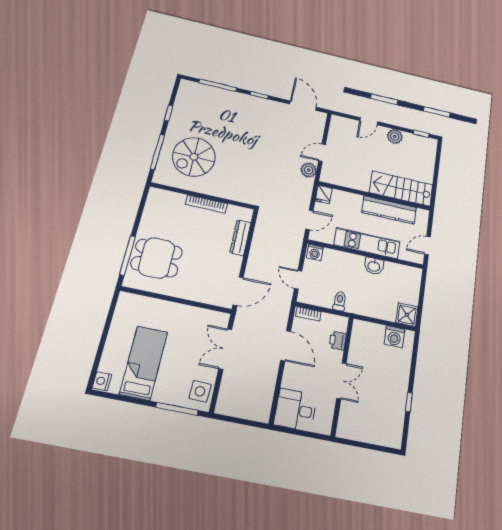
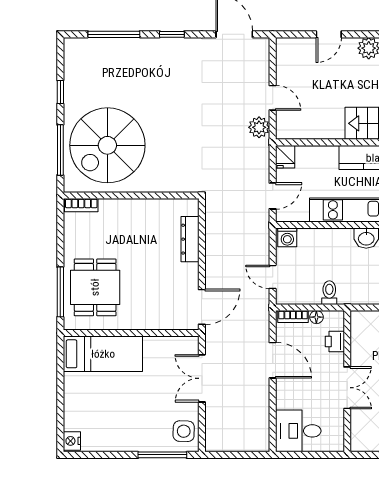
door: (322, 153) -> (273, 98), swing flipped
spiral stairs: (194, 157) -> (107, 145), width x1.37, depth x1.37
bookcase: (206, 204) -> (81, 205), moved, width x0.64
dining table: (157, 258) -> (95, 287), turned 90
floor lamp: (327, 318) -> (316, 317), added
bed: (144, 363) -> (103, 354), moved, turned 90

